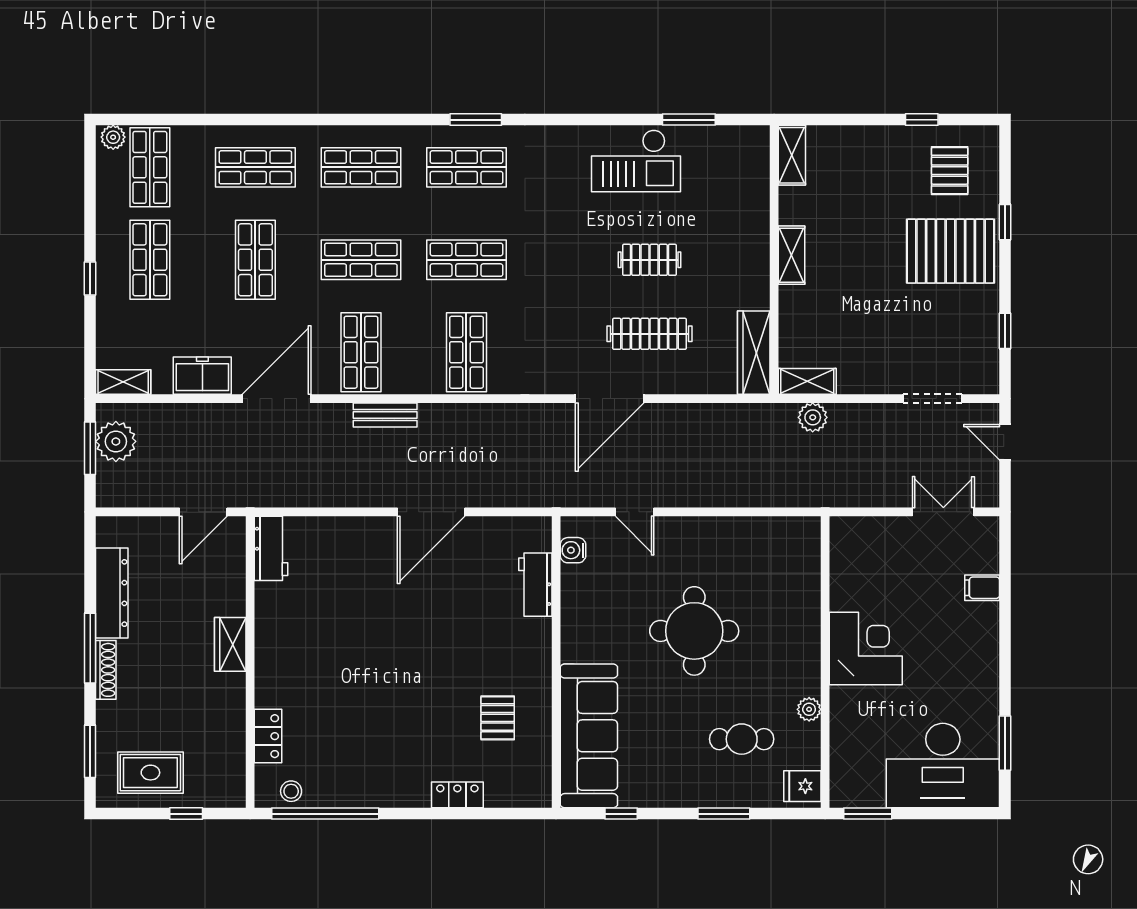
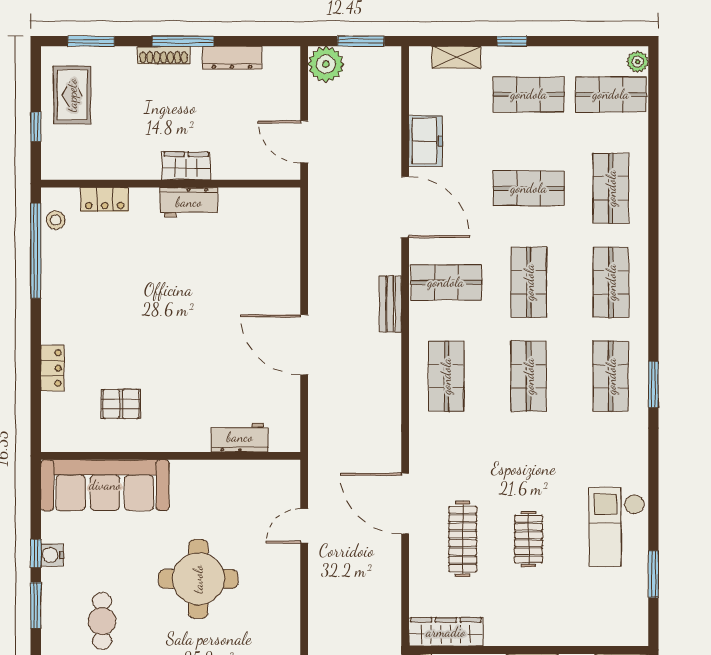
shop shelf: (466, 352) -> (446, 376), turned 90
shelving: (123, 382) -> (456, 57), moved, turned 90
plant: (116, 441) -> (326, 64), moved
workbench: (271, 548) -> (189, 202), moved
water cooler: (573, 550) -> (52, 555), moved, turned -90
dresser: (112, 593) -> (232, 58), width x0.73, depth x0.80
window: (621, 814) -> (36, 553), moved

